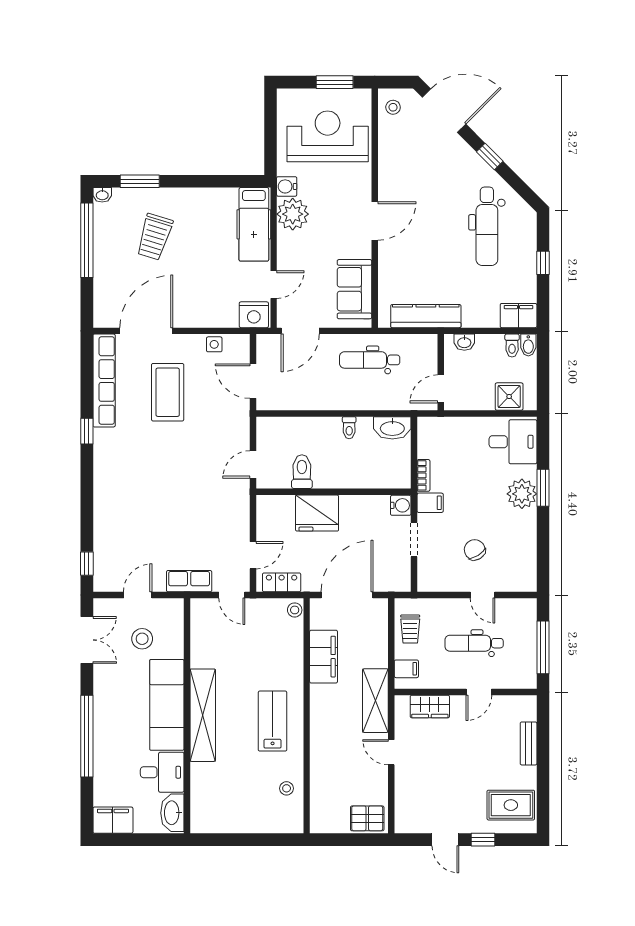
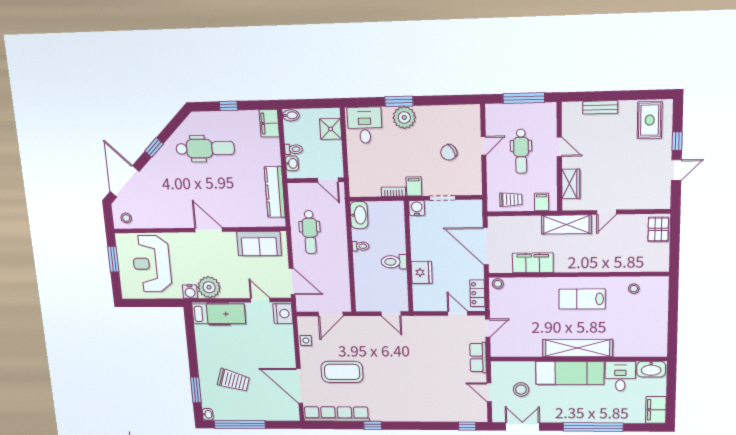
toilet: (512, 346) -> (294, 149), moved
toilet: (302, 472) -> (394, 262), moved
fridge: (317, 513) -> (422, 272), width x0.73, depth x0.75

